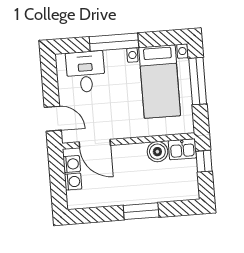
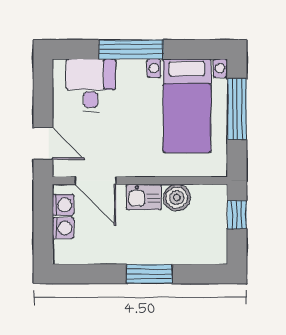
kitchen sink: (182, 149) -> (144, 197), moved

